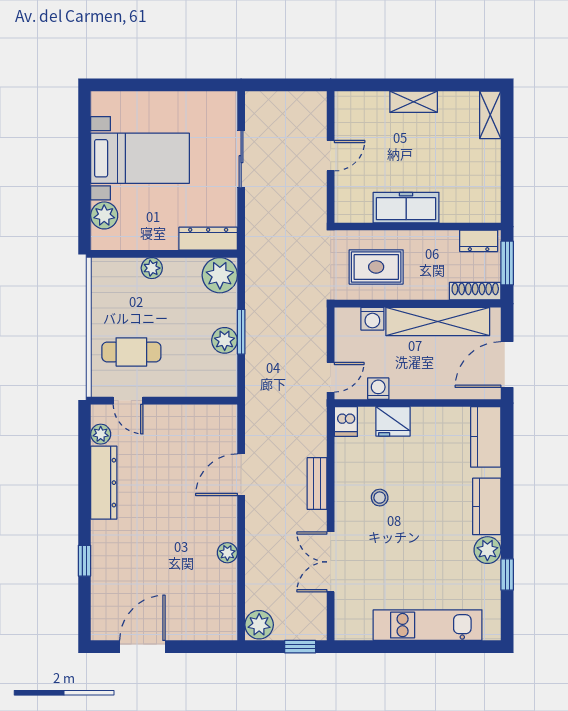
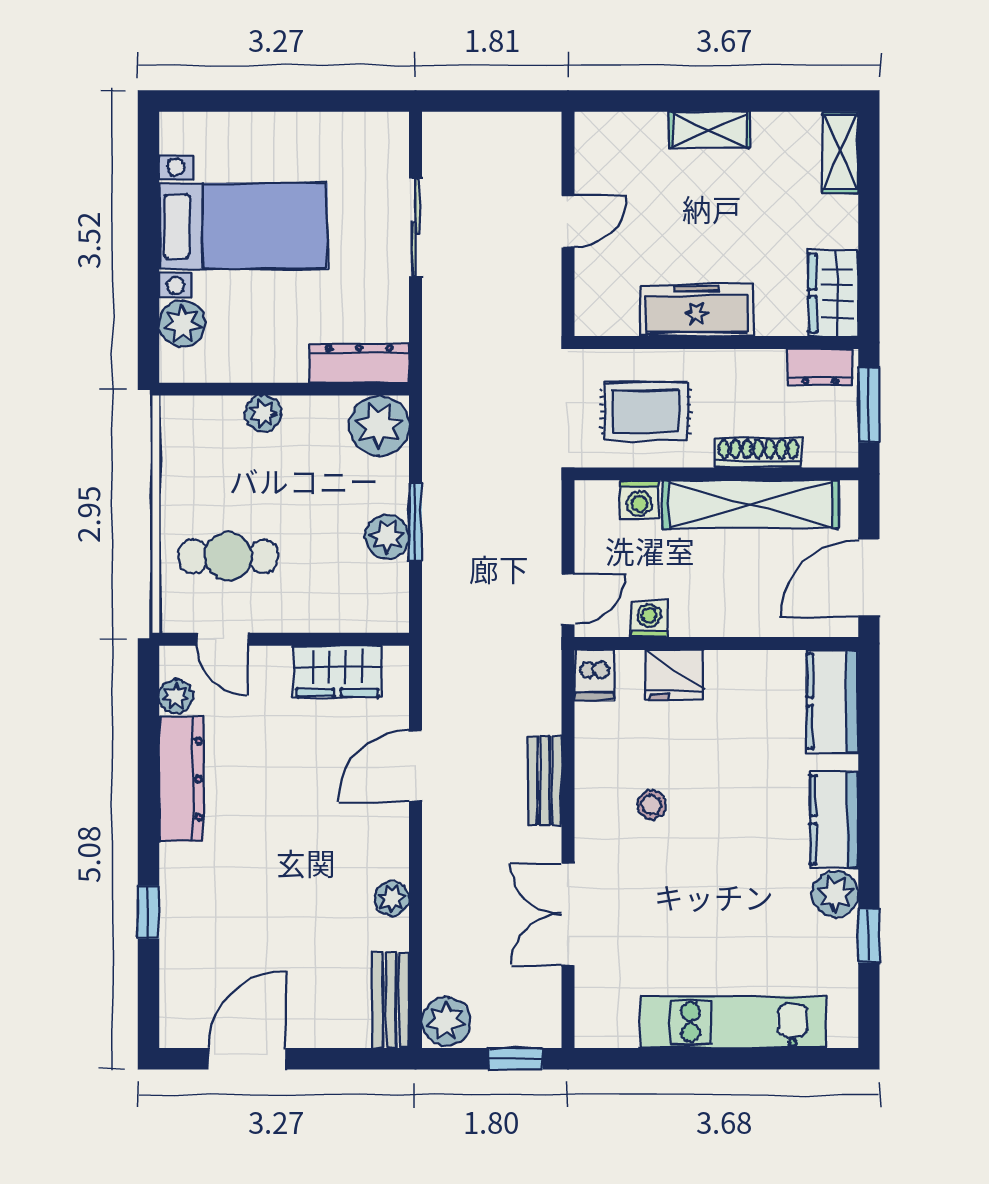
wardrobe: (486, 198) -> (833, 293), added
shoe rack: (475, 291) -> (758, 453), moved
wardrobe: (195, 419) -> (338, 671), added
bench: (227, 612) -> (391, 1000), added

